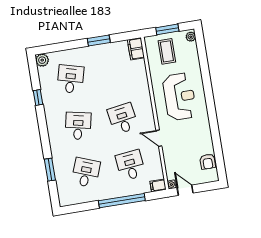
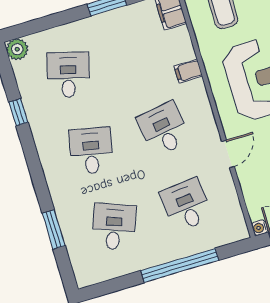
door: (159, 138) -> (228, 154), swing flipped
filing cabinet: (158, 185) -> (188, 71), moved

